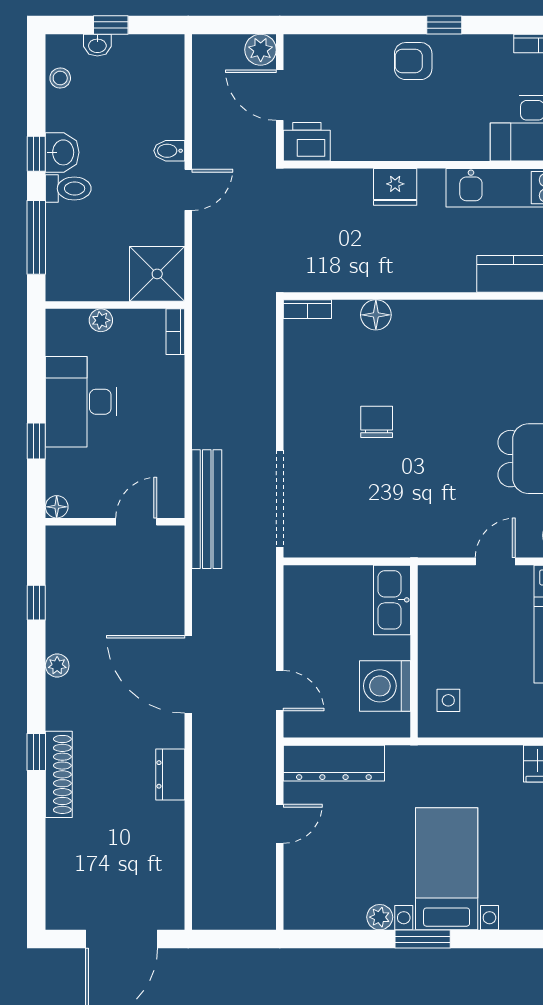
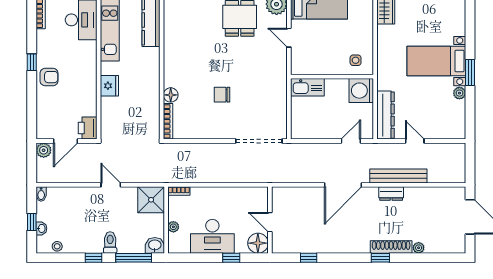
armchair: (413, 61) -> (49, 77), turned -90
bidet: (169, 151) -> (41, 194), moved
washbasin: (62, 152) -> (155, 245), moved
bookcase: (307, 309) -> (168, 121), width x1.56
floor lamp: (57, 507) -> (258, 243), width x1.89, depth x1.89
bench: (207, 509) -> (398, 176), moved
door: (136, 522) -> (270, 222), moved
plant: (57, 666) -> (419, 248), moved
washing machine: (385, 686) -> (361, 91), moved, turned 90

